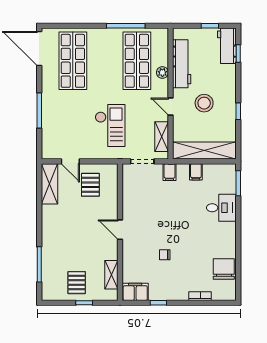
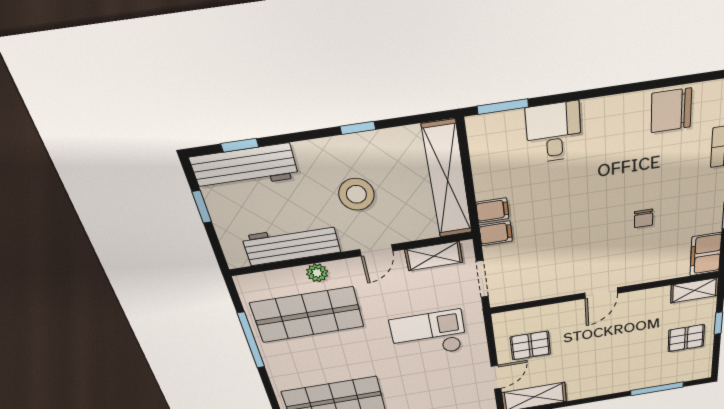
workbench: (227, 46) -> (245, 167), width x1.38
filing cabinet: (196, 172) -> (492, 210), moved
shelving: (111, 275) -> (694, 290), moved

